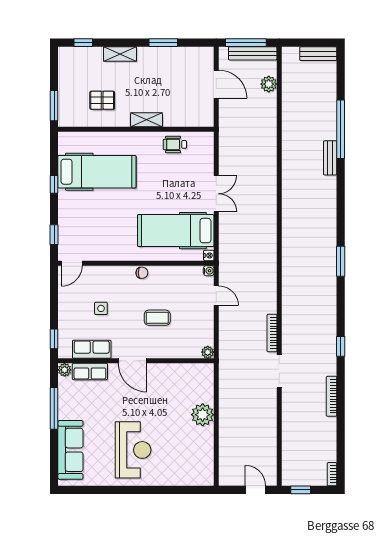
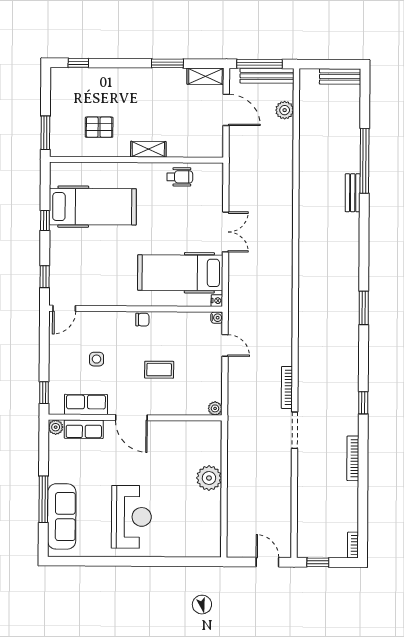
shelving: (120, 54) -> (205, 76), moved
wheelchair: (175, 144) -> (180, 177), turned 180
window: (54, 408) -> (43, 499), moved

